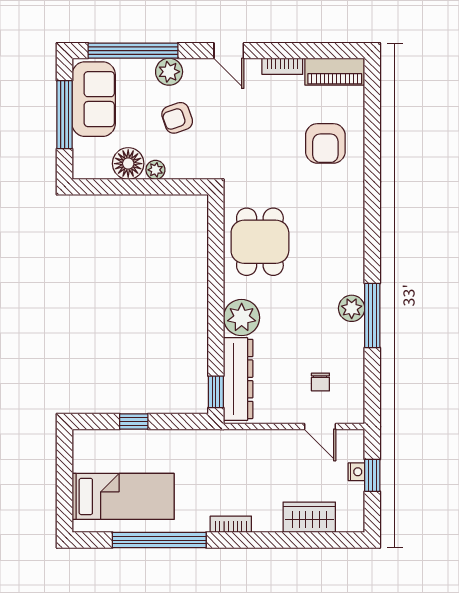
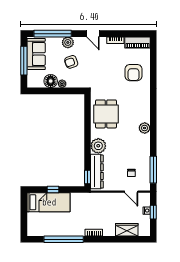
plant: (352, 308) -> (145, 128), moved
window: (372, 316) -> (153, 170), moved
bed: (123, 496) -> (49, 202), moved

